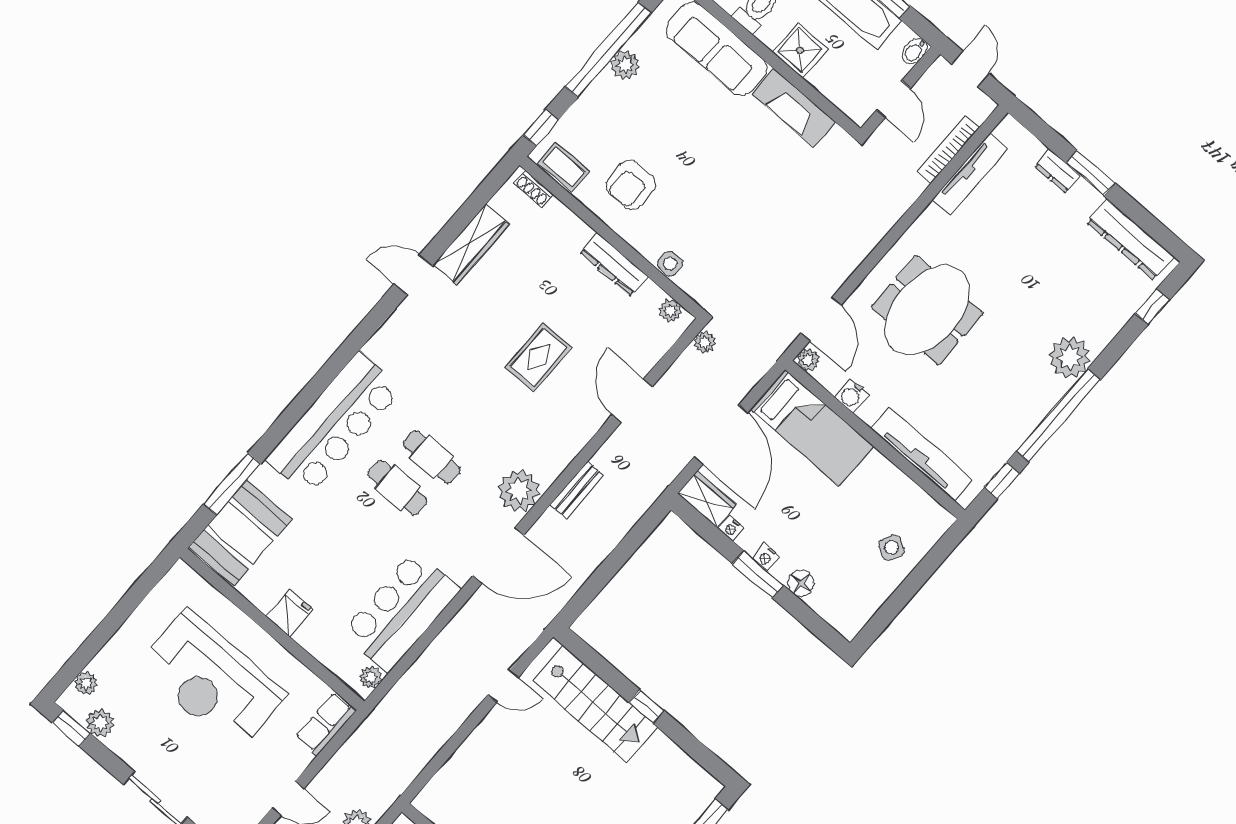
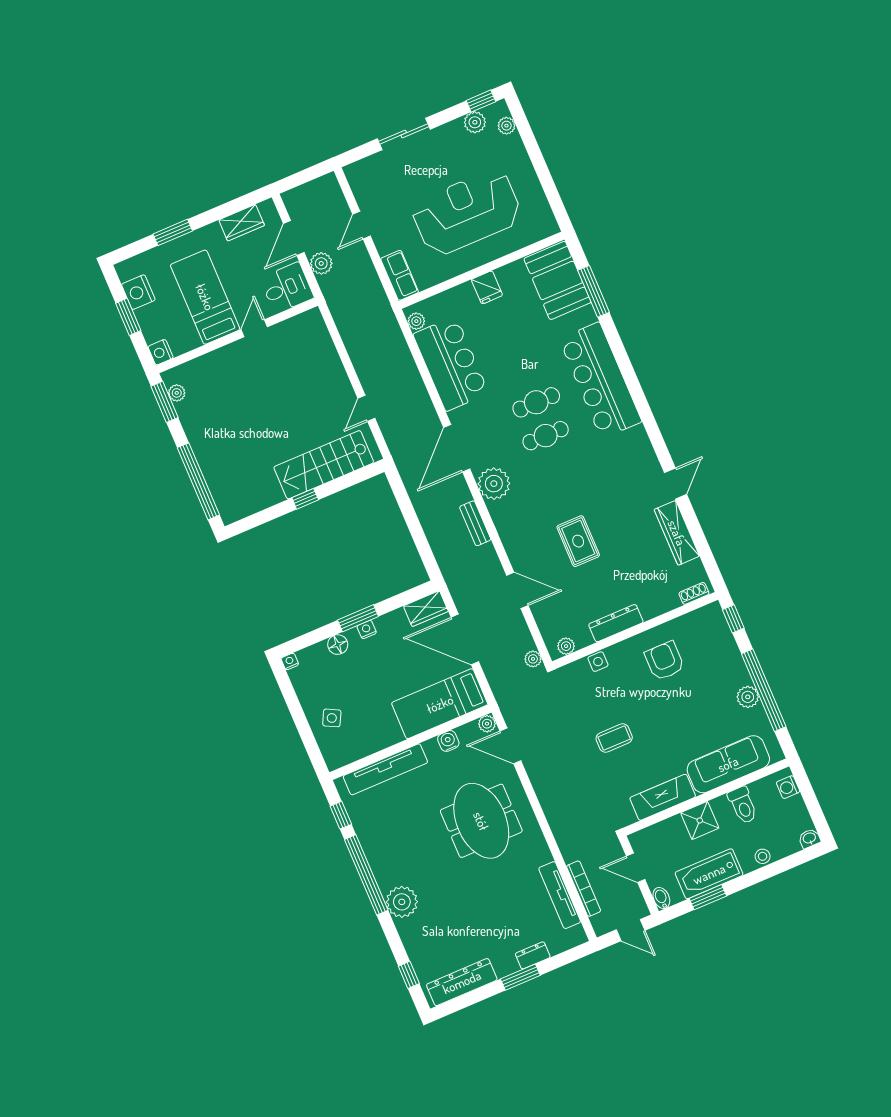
coffee table: (564, 167) -> (614, 738), moved
nightstand: (731, 529) -> (290, 661), moved

